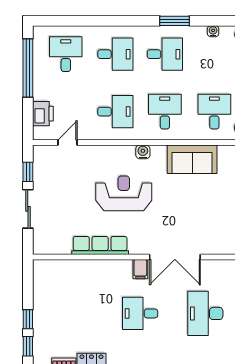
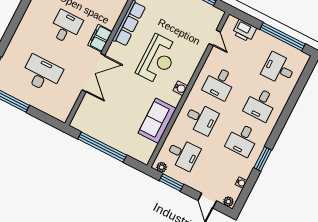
desk: (66, 54) -> (279, 69), turned 180
double door: (175, 257) -> (93, 73), swing flipped
filing cabinet: (140, 269) -> (100, 38), width x2.00

